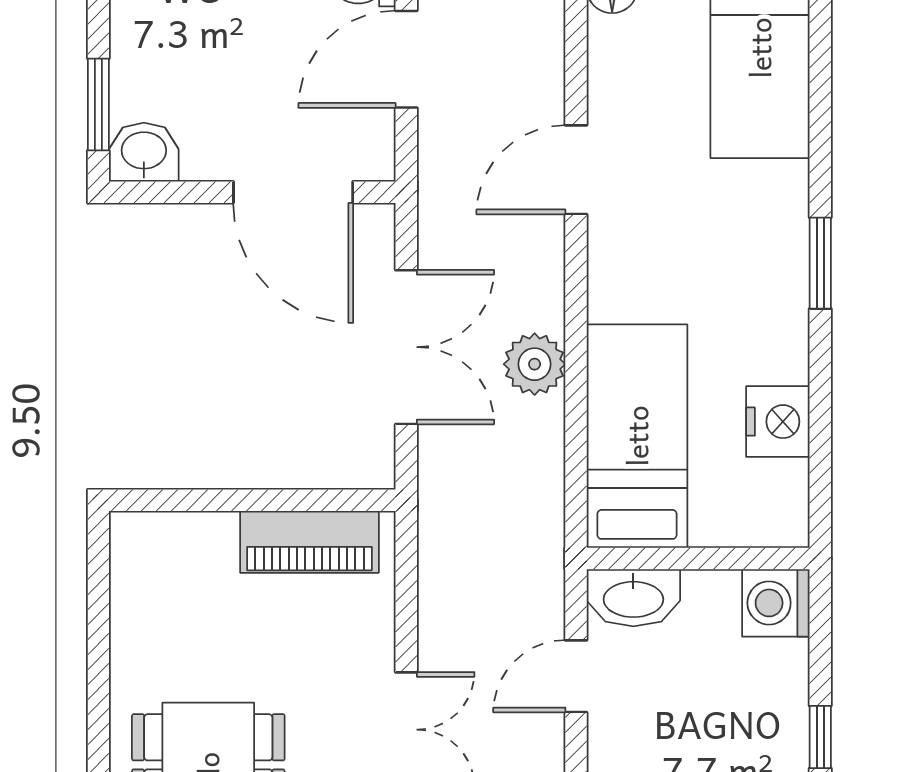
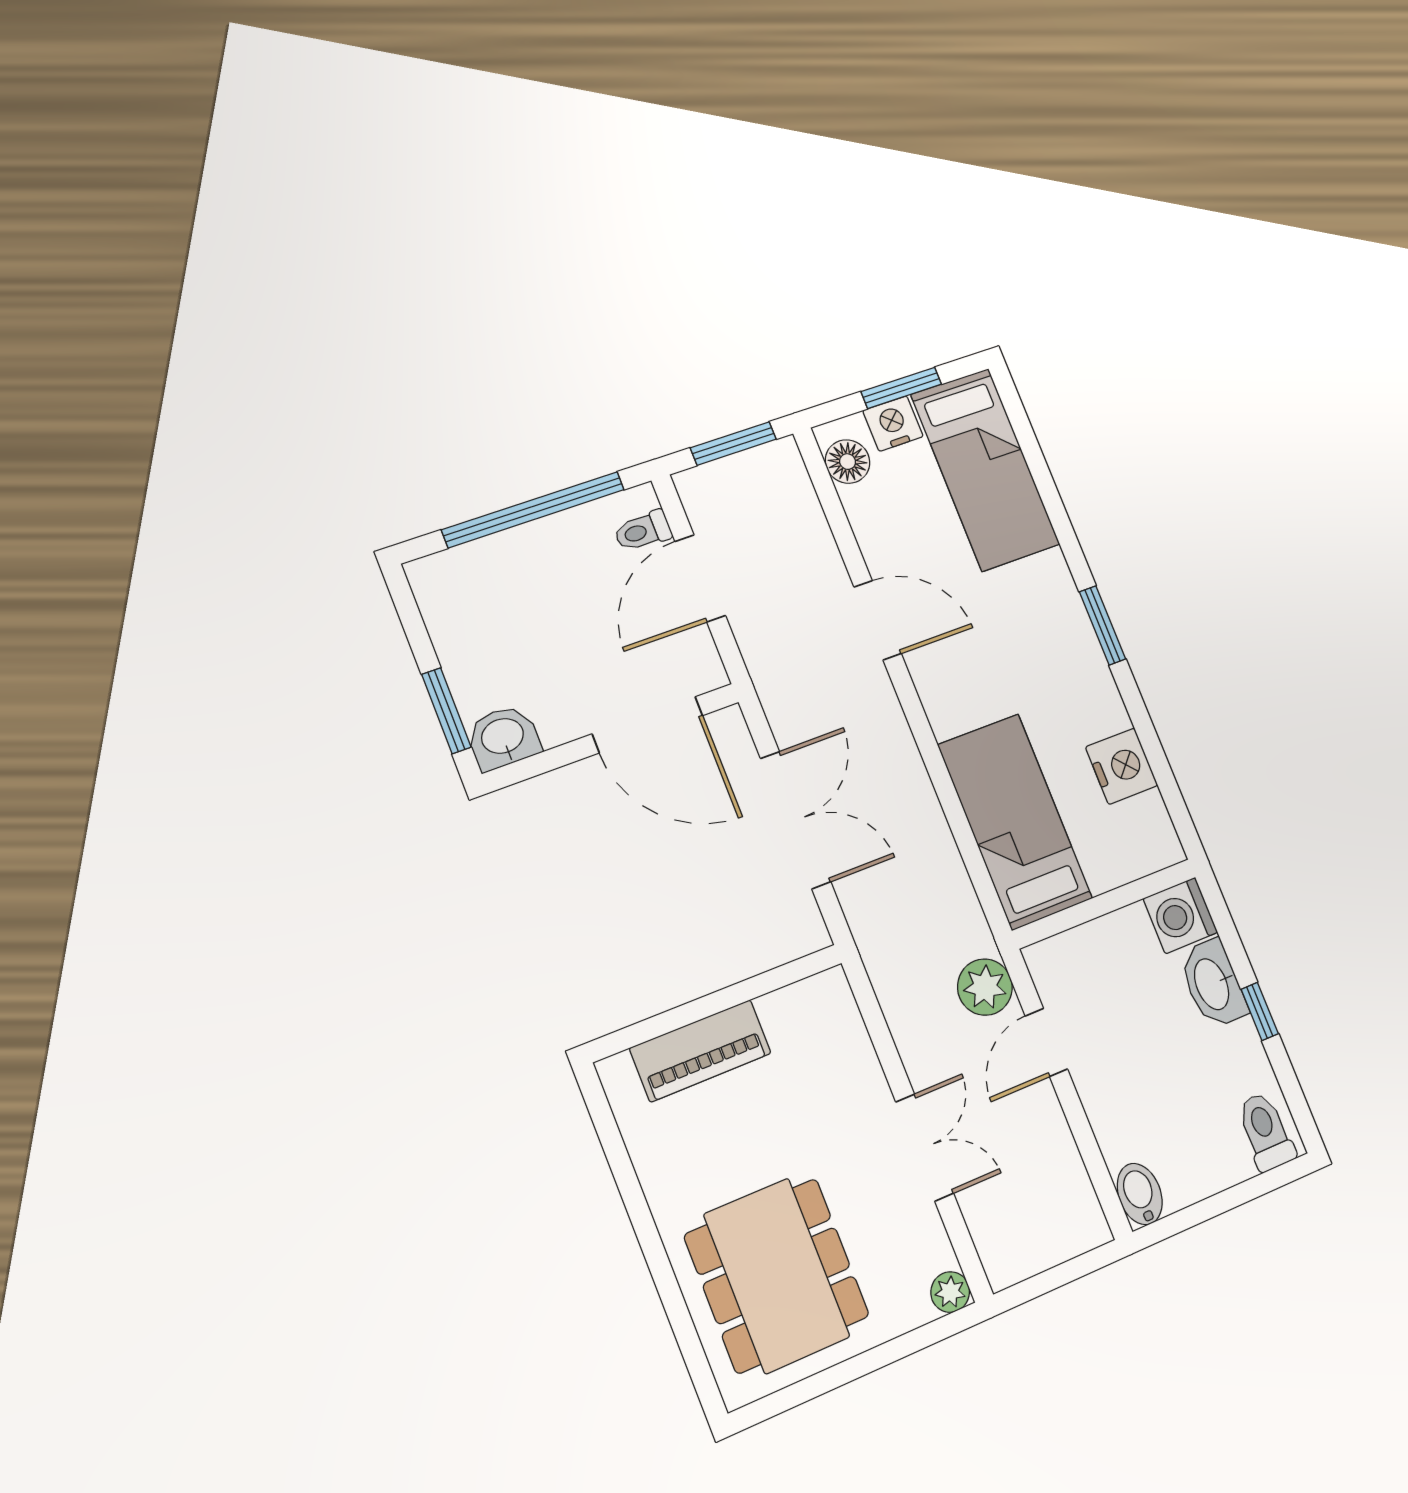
door: (576, 170) -> (878, 620), swing flipped
plant: (535, 364) -> (985, 987), moved
piano: (309, 542) -> (700, 1051), moved
washbasin: (633, 598) -> (1213, 984), moved, turned 90

